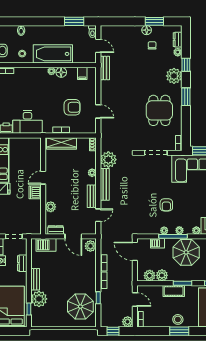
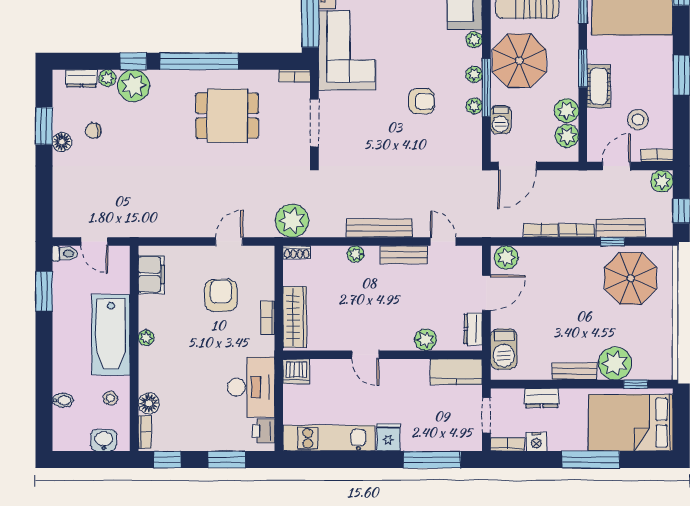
door: (98, 46) -> (94, 242), swing flipped
bench: (105, 68) -> (620, 228), moved
floor lamp: (61, 72) -> (149, 403), moved
filing cabinet: (82, 73) -> (151, 274), width x2.00
plant: (174, 76) -> (134, 86), moved
window: (186, 97) -> (199, 61), width x2.11
plant: (108, 160) -> (292, 221), moved
dishwasher: (35, 192) -> (296, 371), moved
kitchen counter: (35, 222) -> (456, 372), added
stool: (178, 319) -> (638, 120), moved

